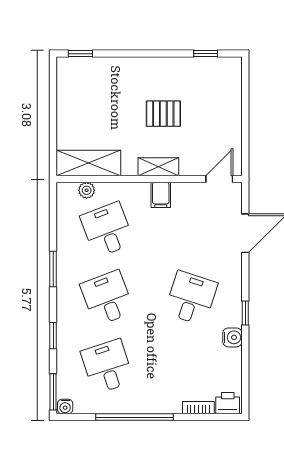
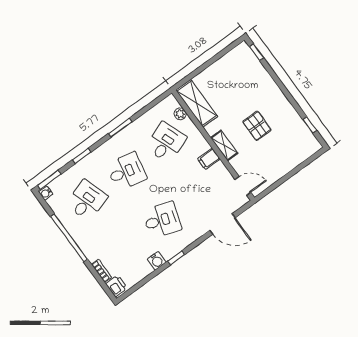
desk: (107, 298) -> (126, 171), turned 33

